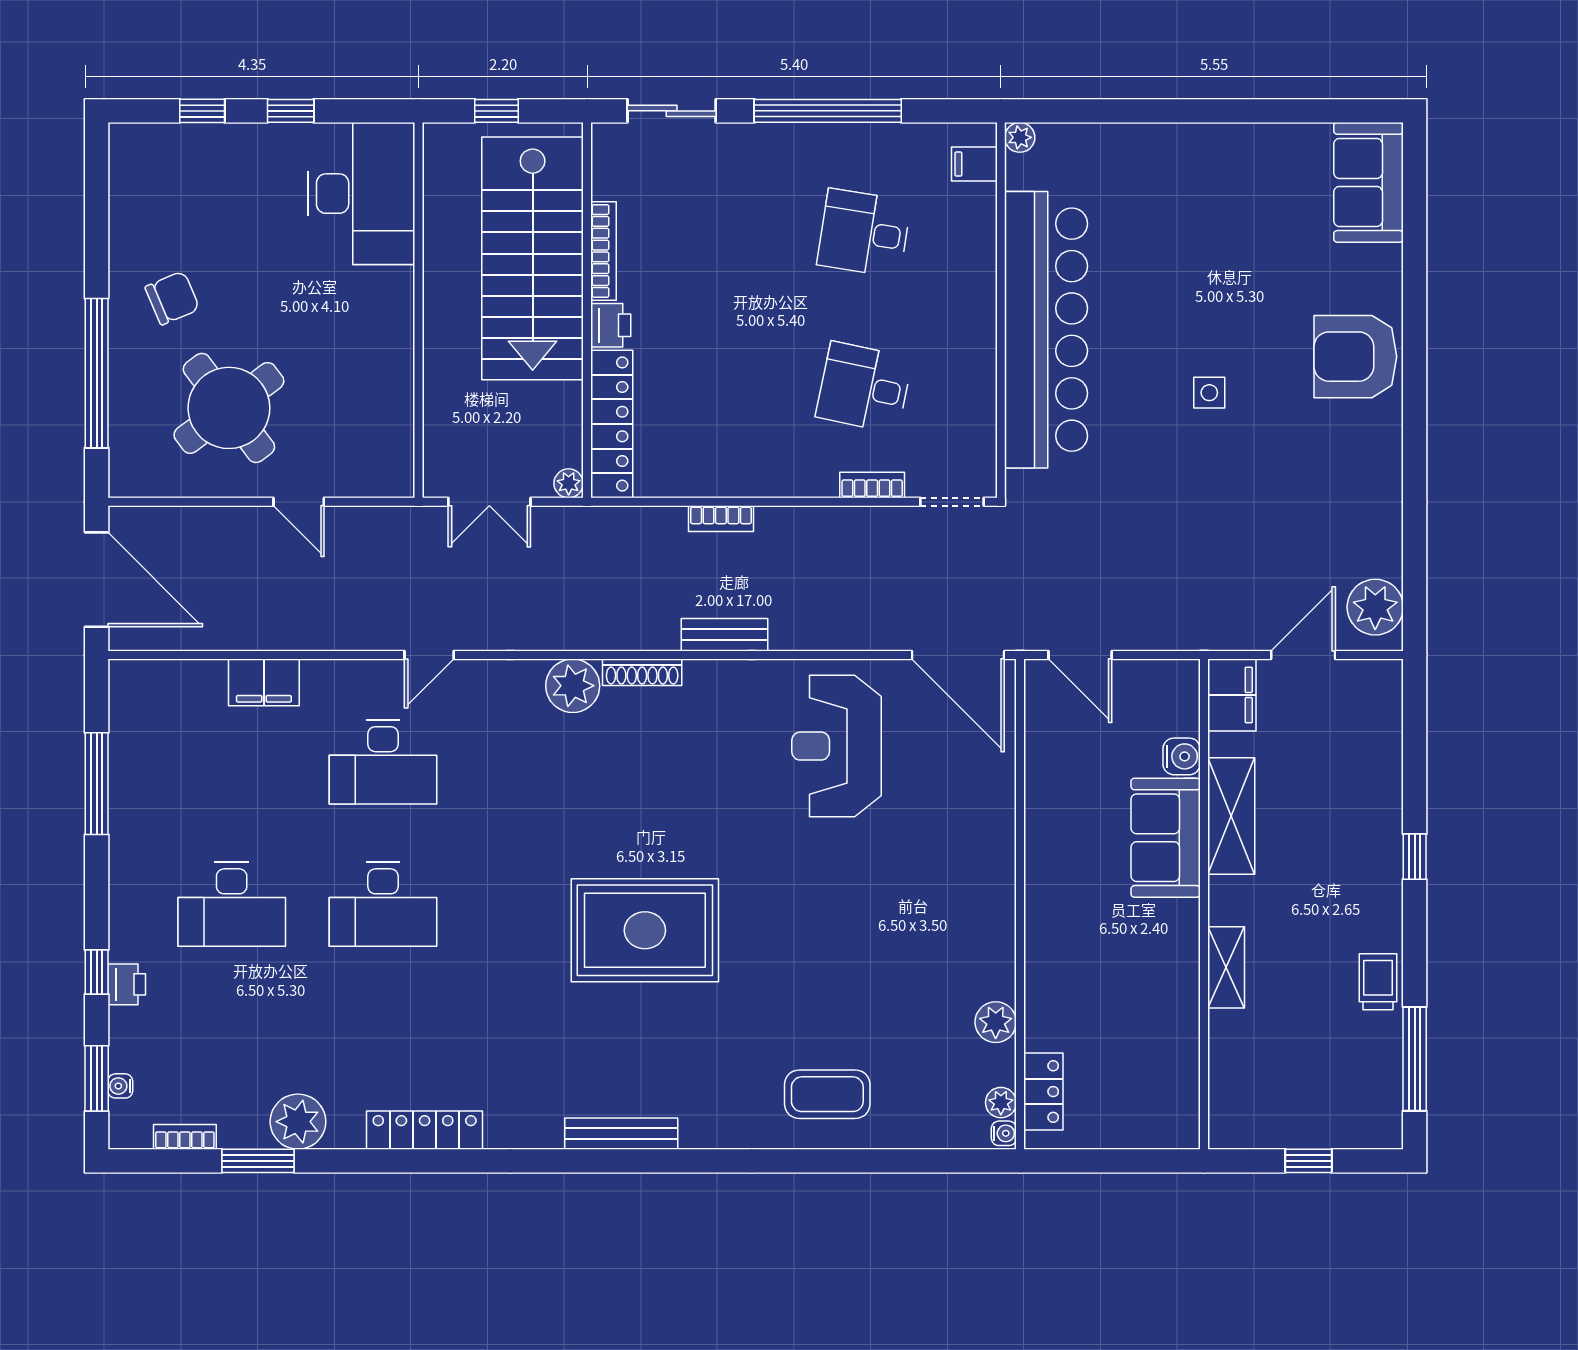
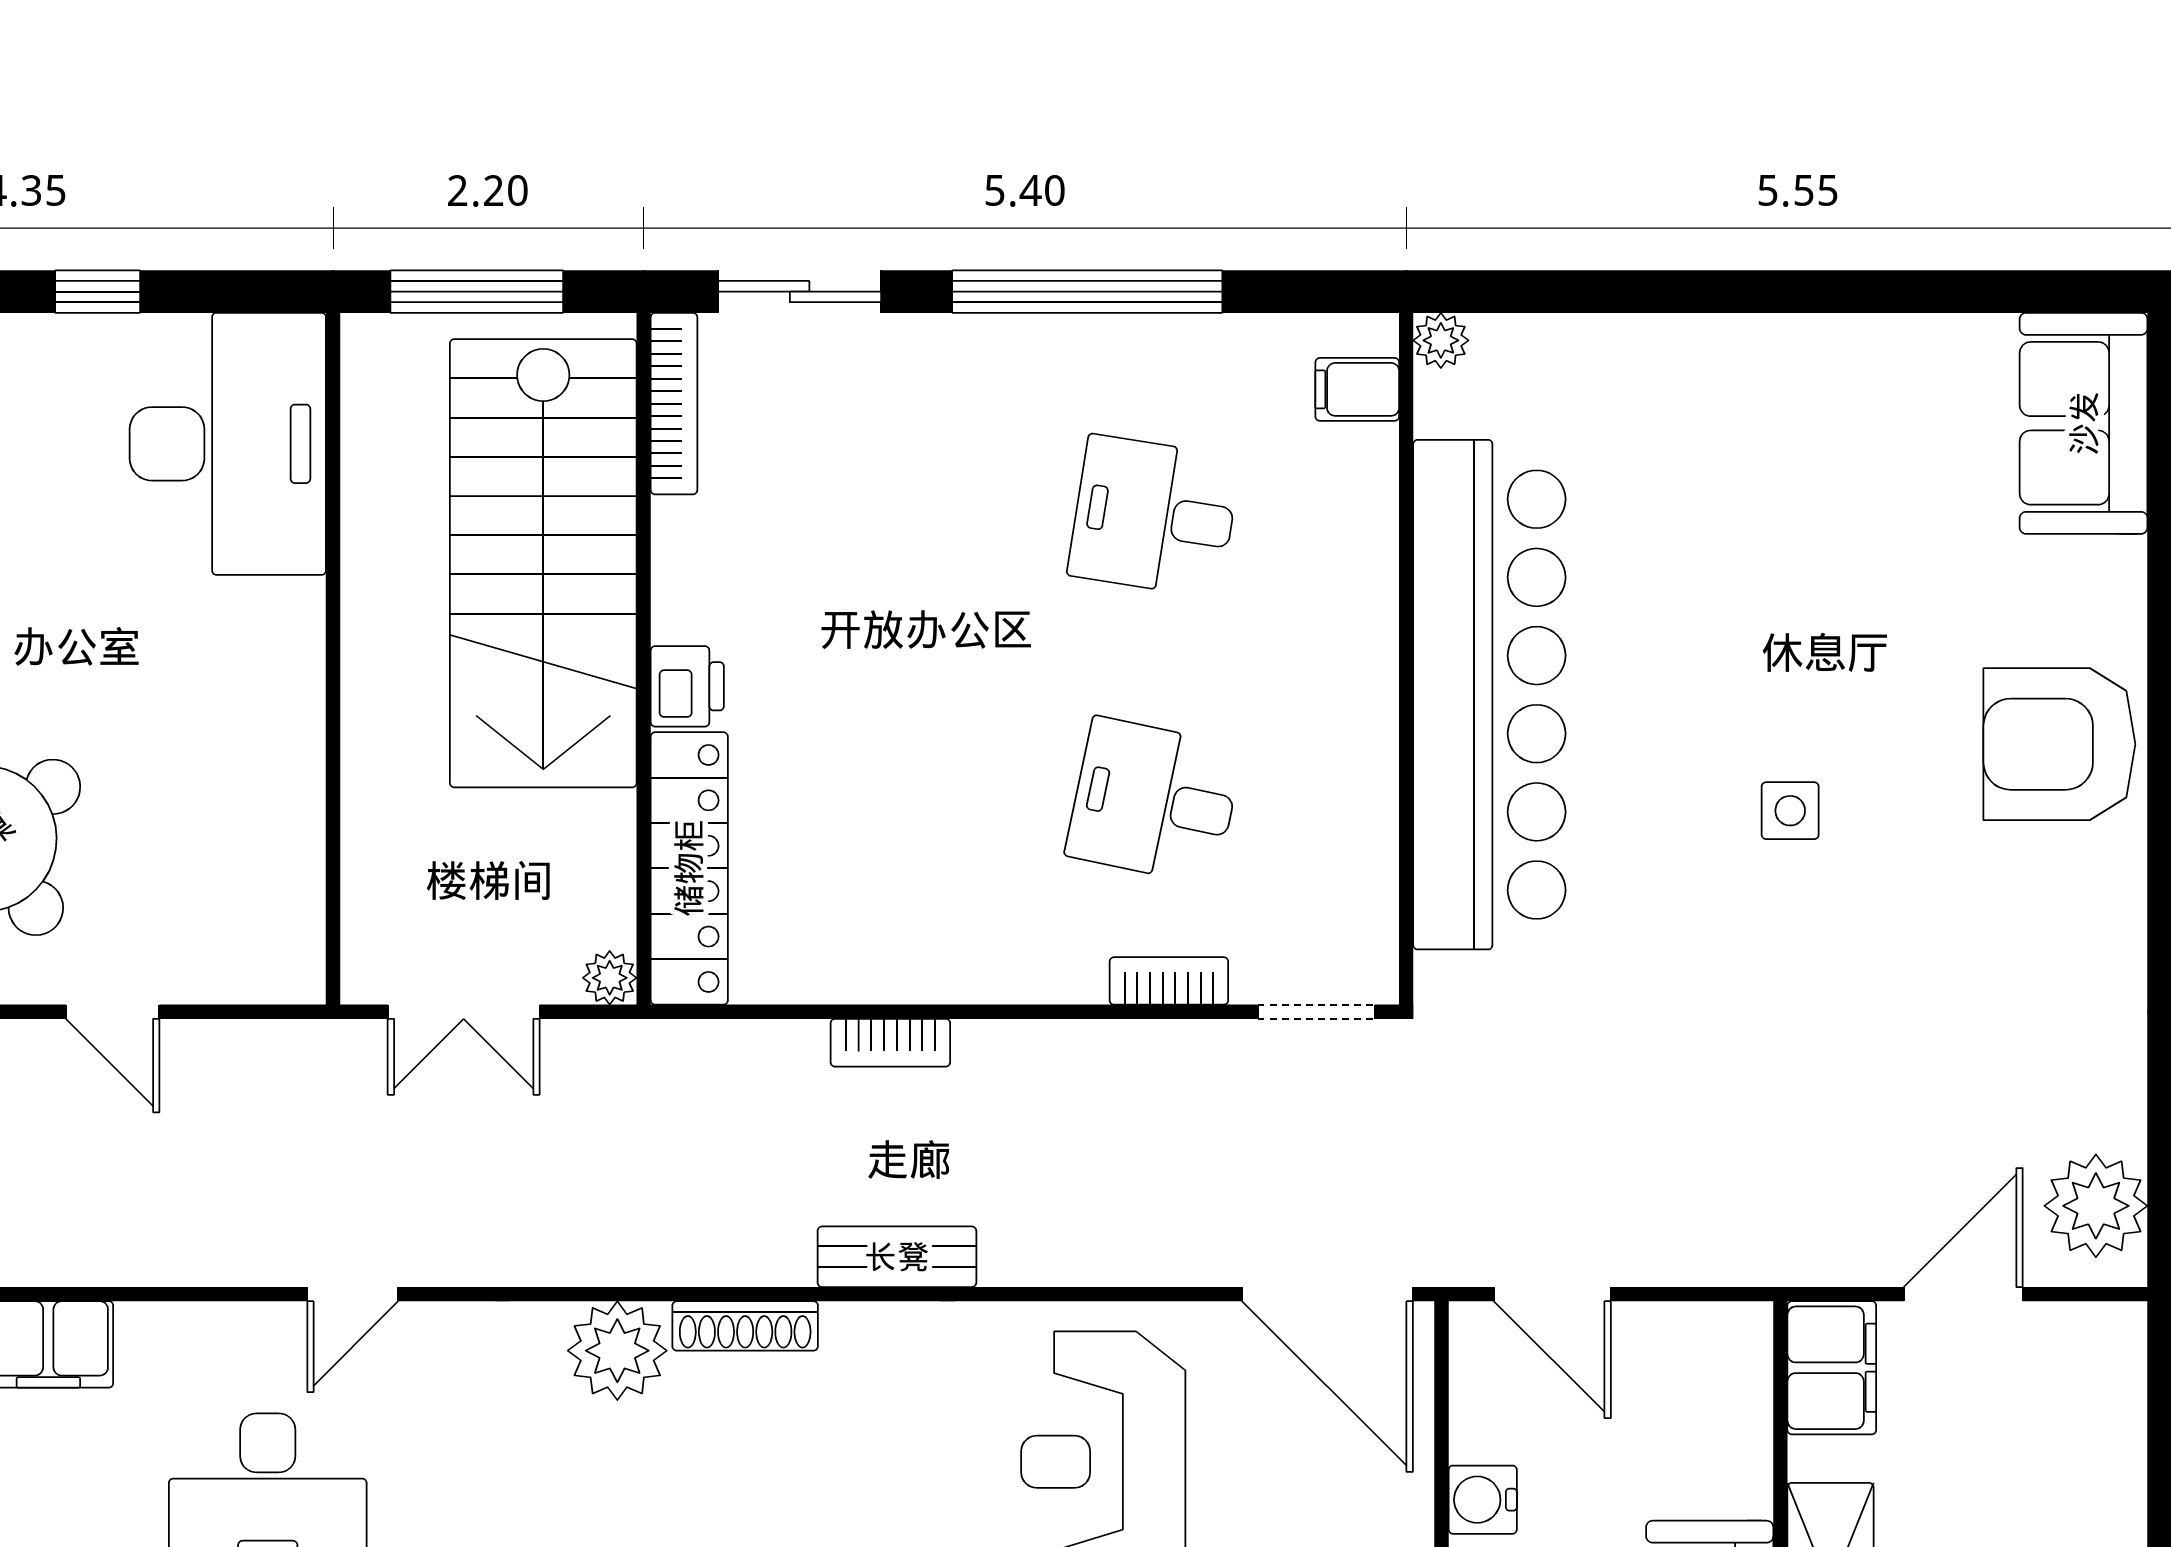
window: (496, 111) -> (477, 292), width x2.17
bookcase: (603, 251) -> (674, 404), moved
water cooler: (1182, 756) -> (1483, 1500), moved, turned 180

